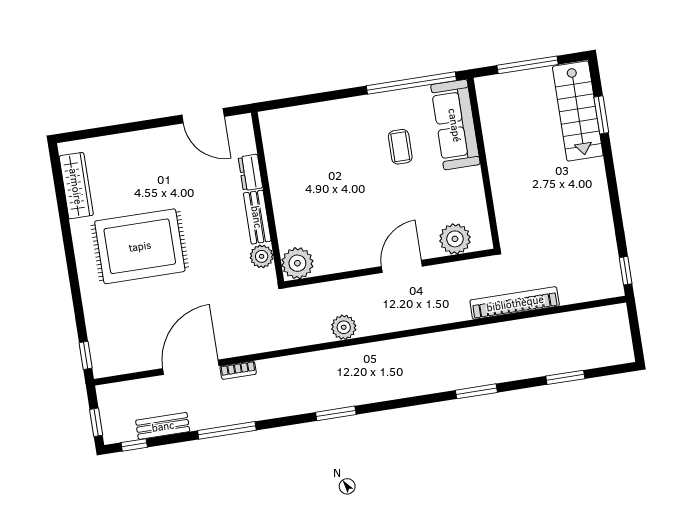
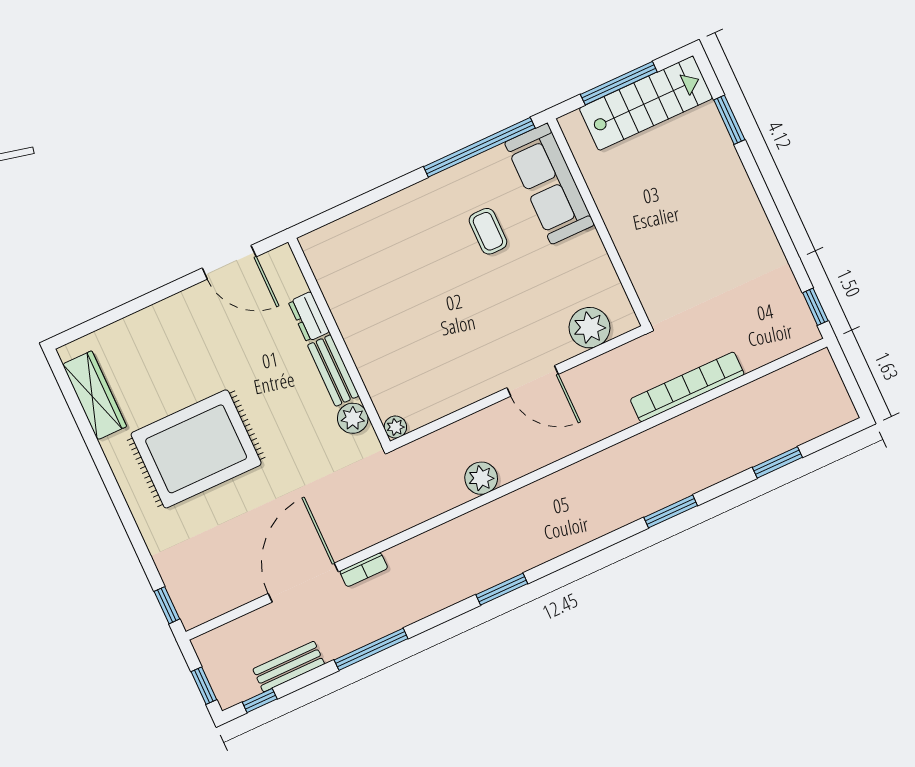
stairs: (578, 111) -> (646, 103), moved, turned -90
plant: (297, 263) -> (395, 427), width x0.53, depth x0.53
door: (402, 266) -> (533, 381), swing flipped

